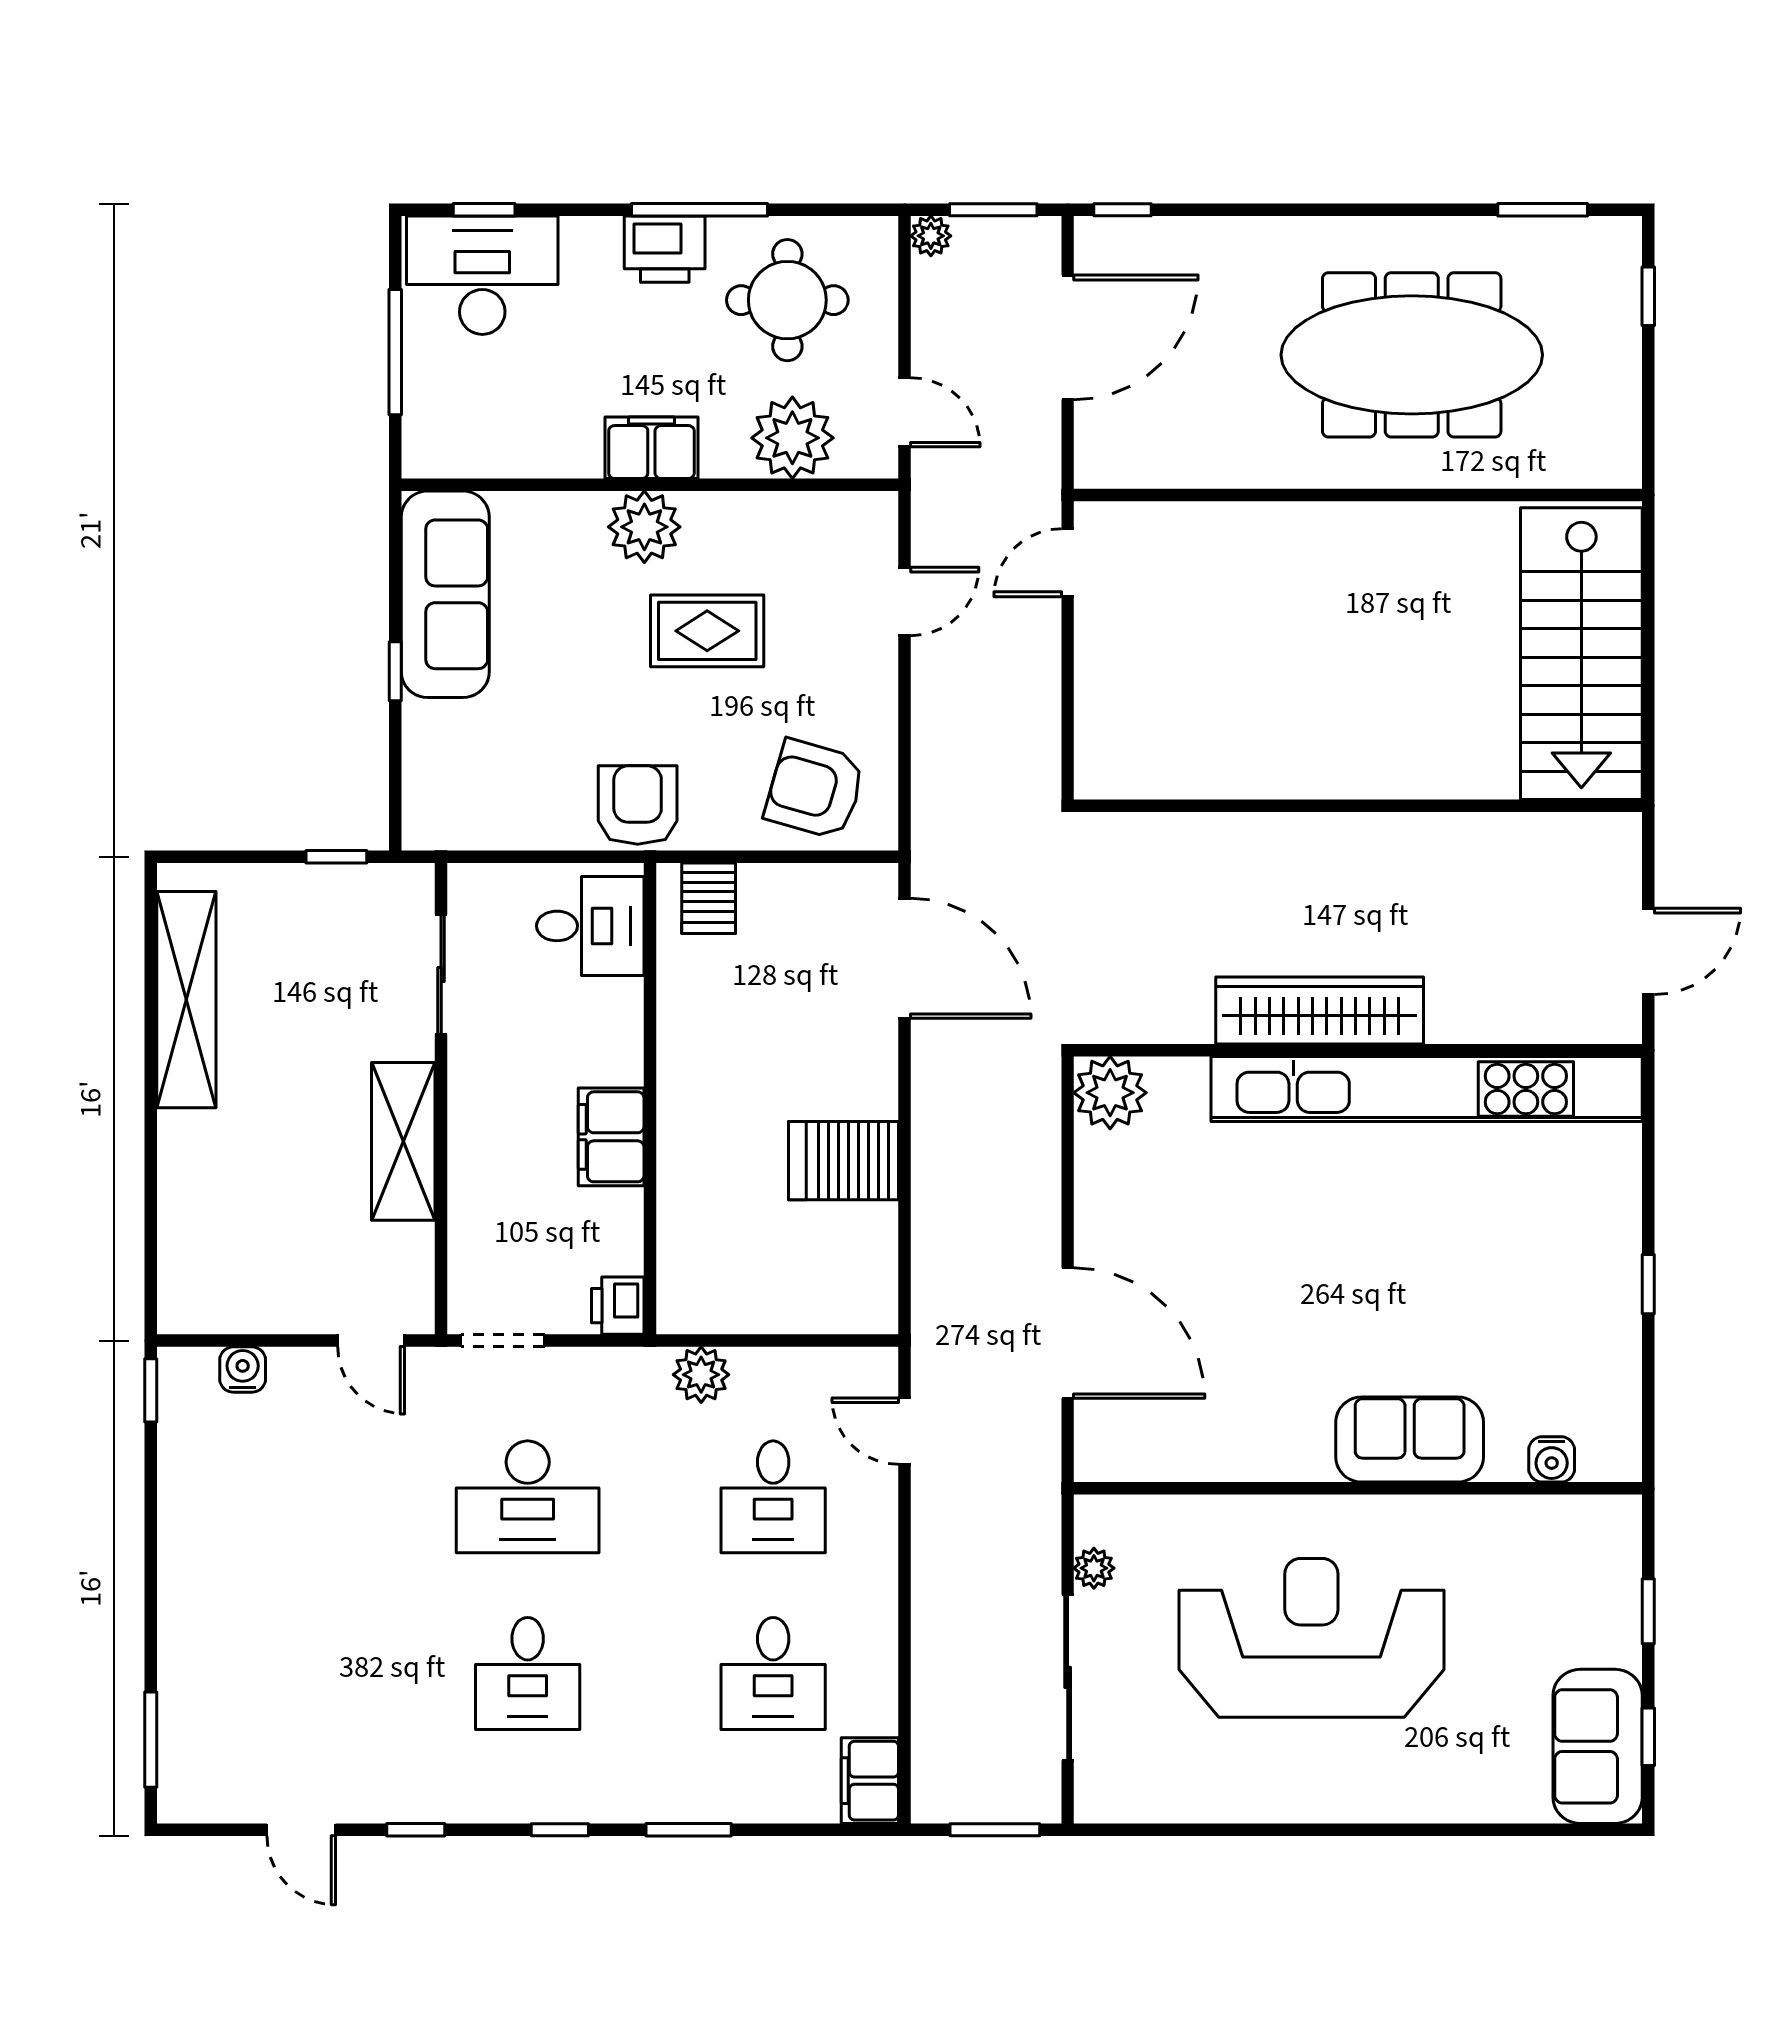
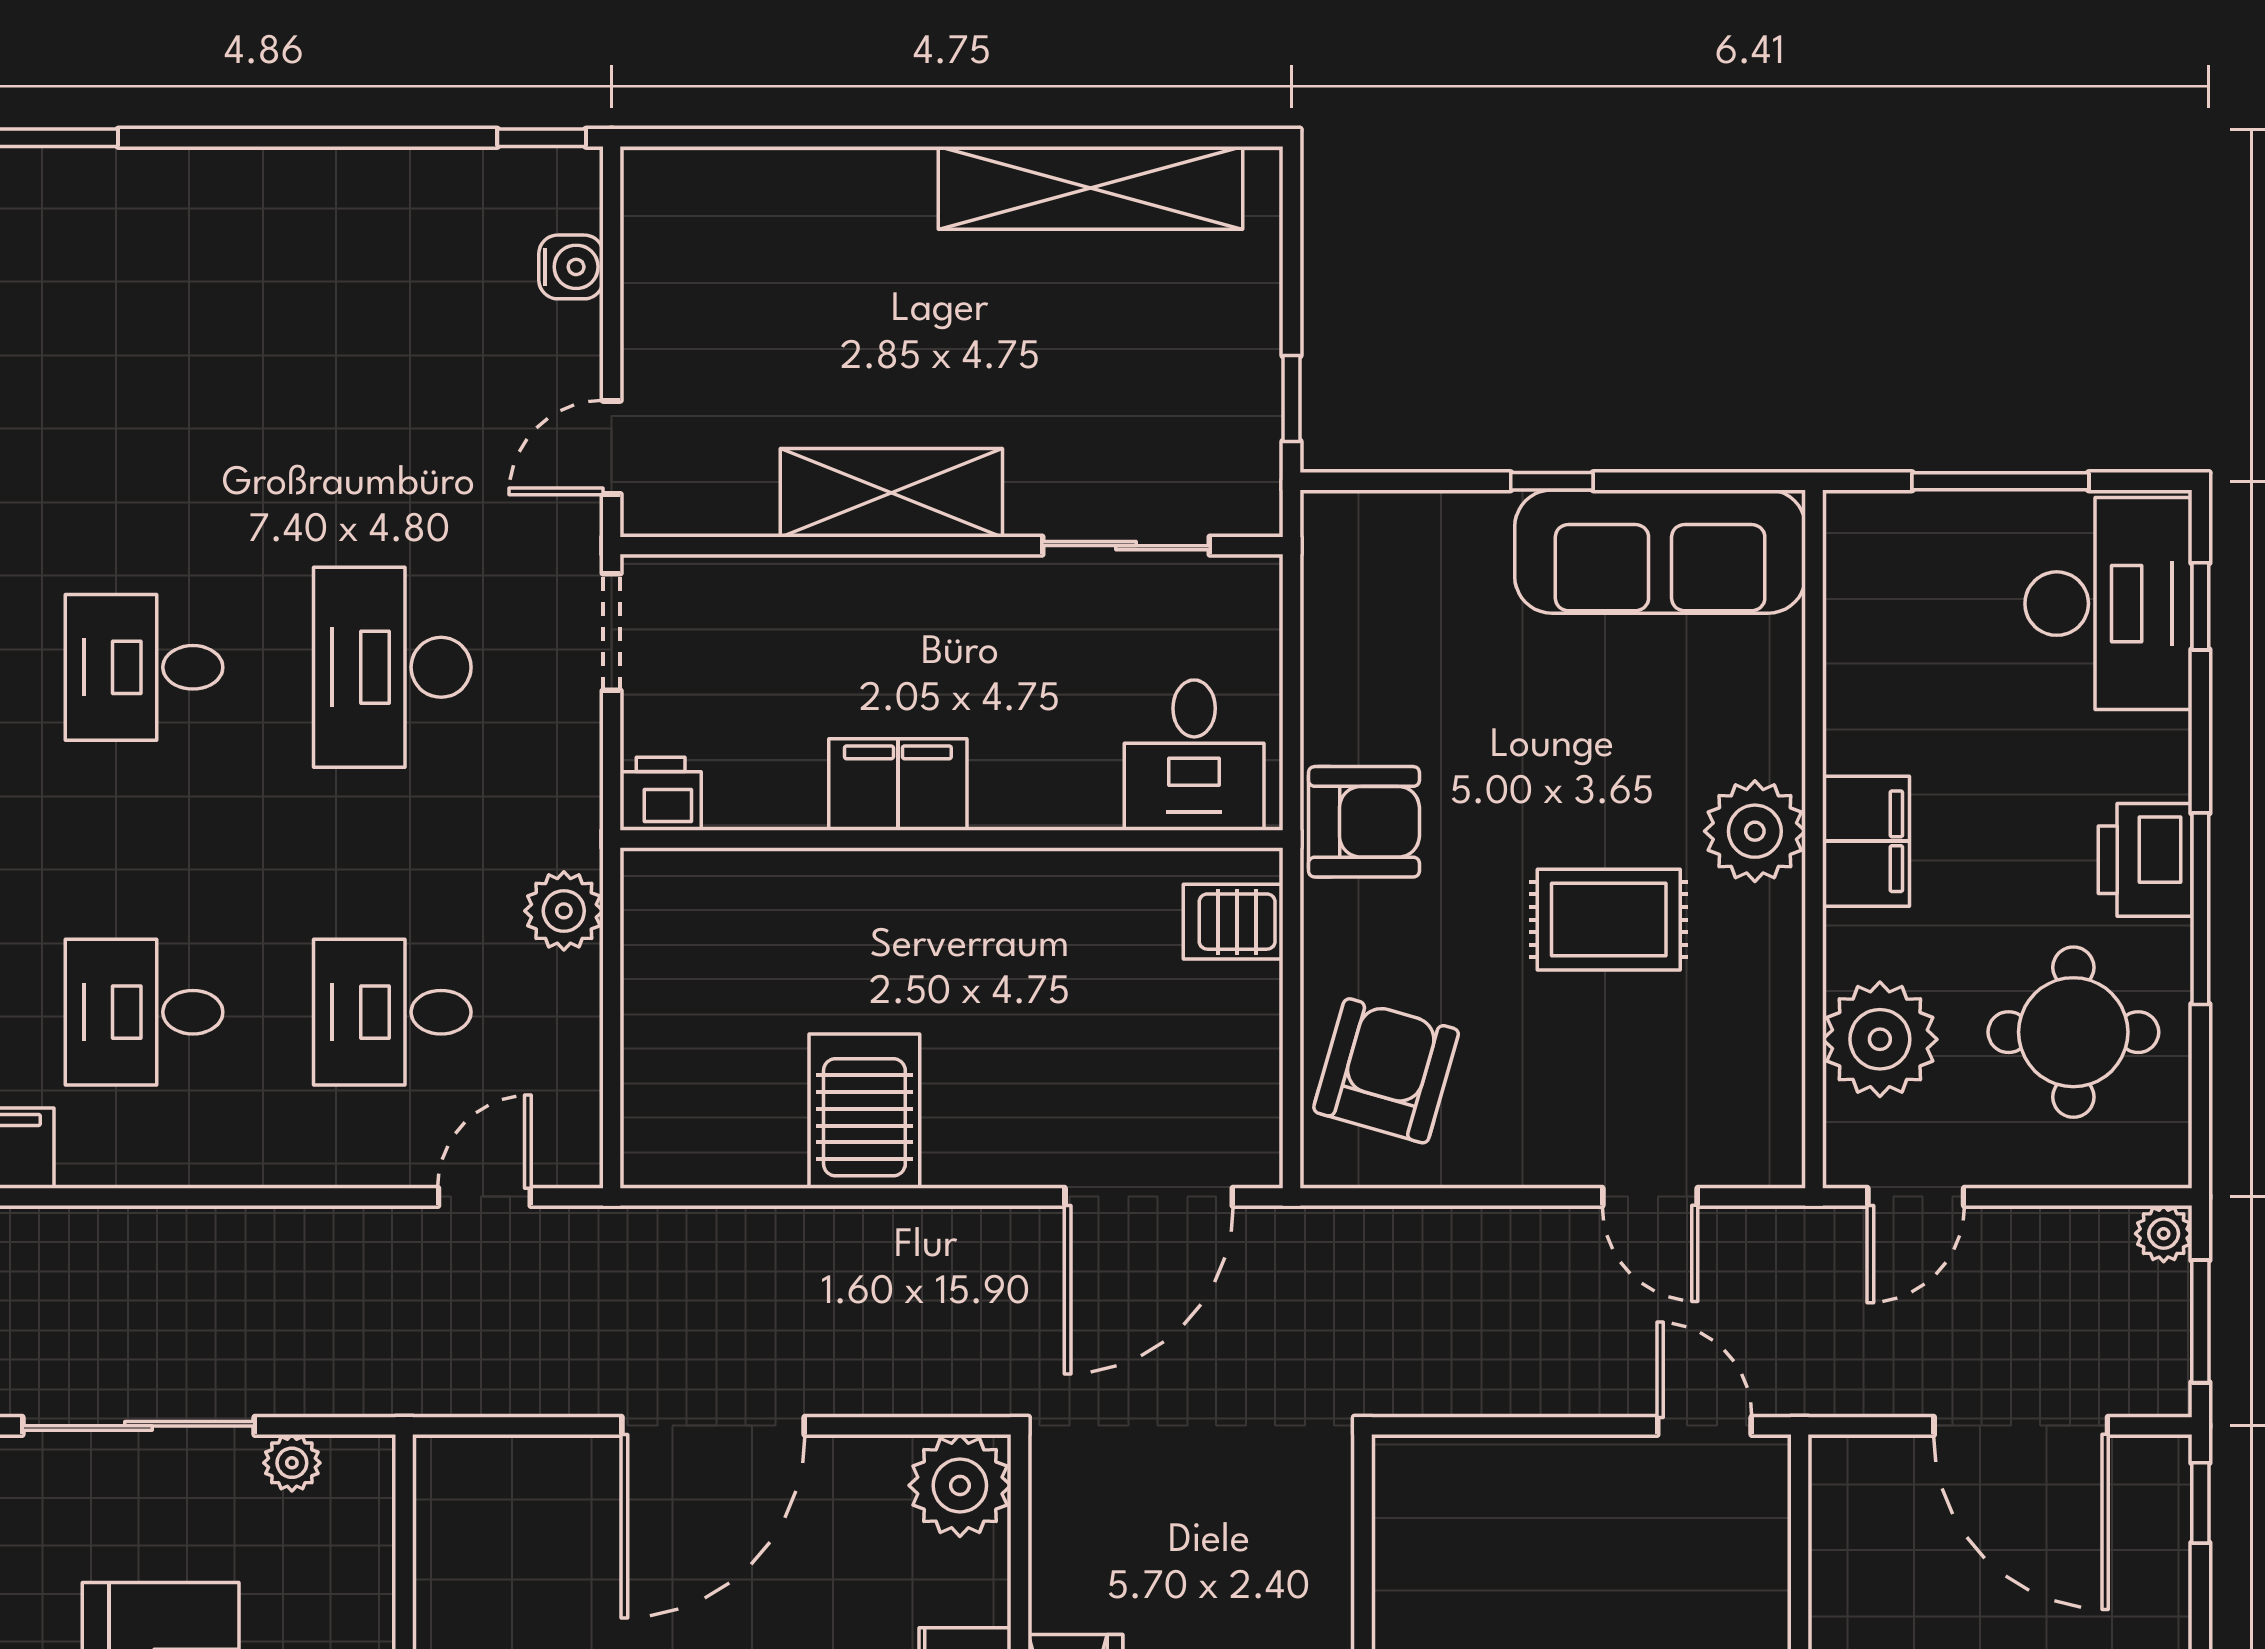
rug: (707, 631) -> (1609, 920), turned 90
door: (1068, 1333) -> (713, 1426), moved

